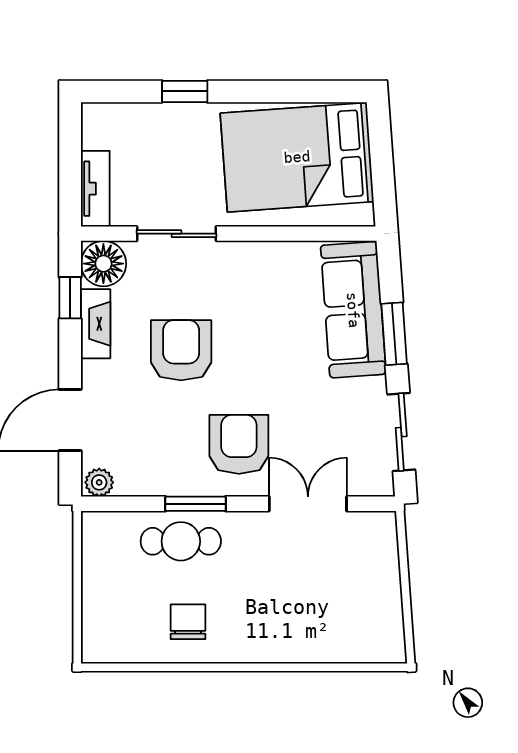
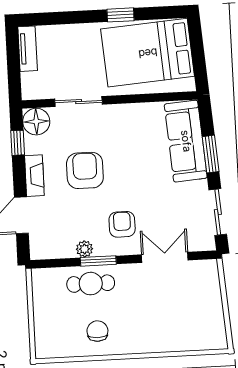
window: (185, 91) -> (121, 15), moved
tv unit: (95, 189) -> (28, 49), moved
fireplace: (96, 324) -> (34, 176), moved
armchair: (239, 444) -> (122, 224), width x0.72, depth x0.72
plant: (99, 482) -> (84, 249), moved

